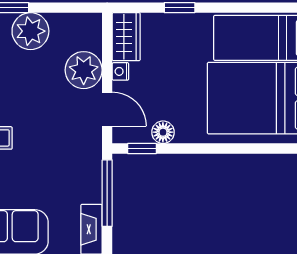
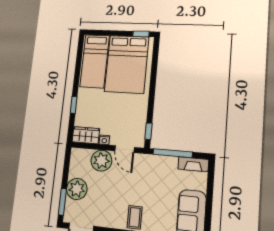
door: (107, 109) -> (124, 149), swing flipped
floor lamp: (163, 132) -> (140, 119), removed

